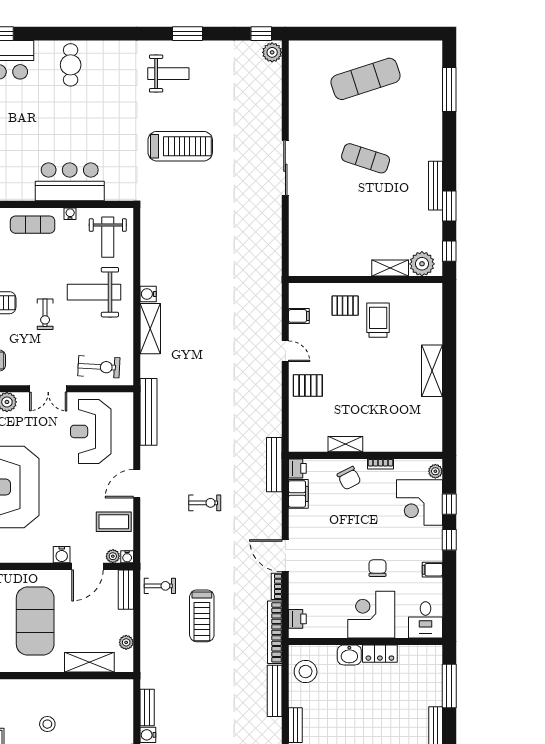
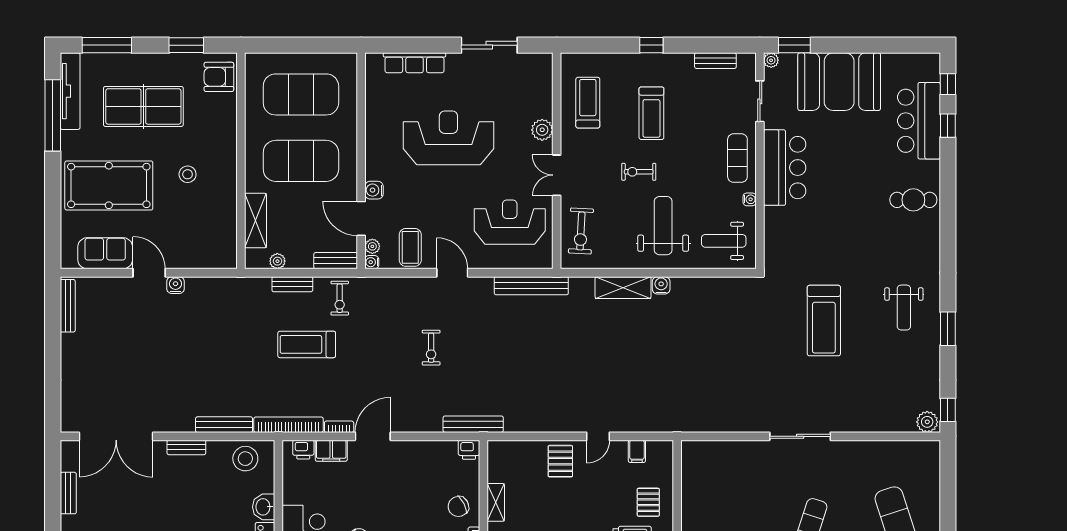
bar counter: (70, 182) -> (785, 168), moved
filing cabinet: (298, 494) -> (331, 451), moved
bench: (147, 707) -> (292, 284), moved

